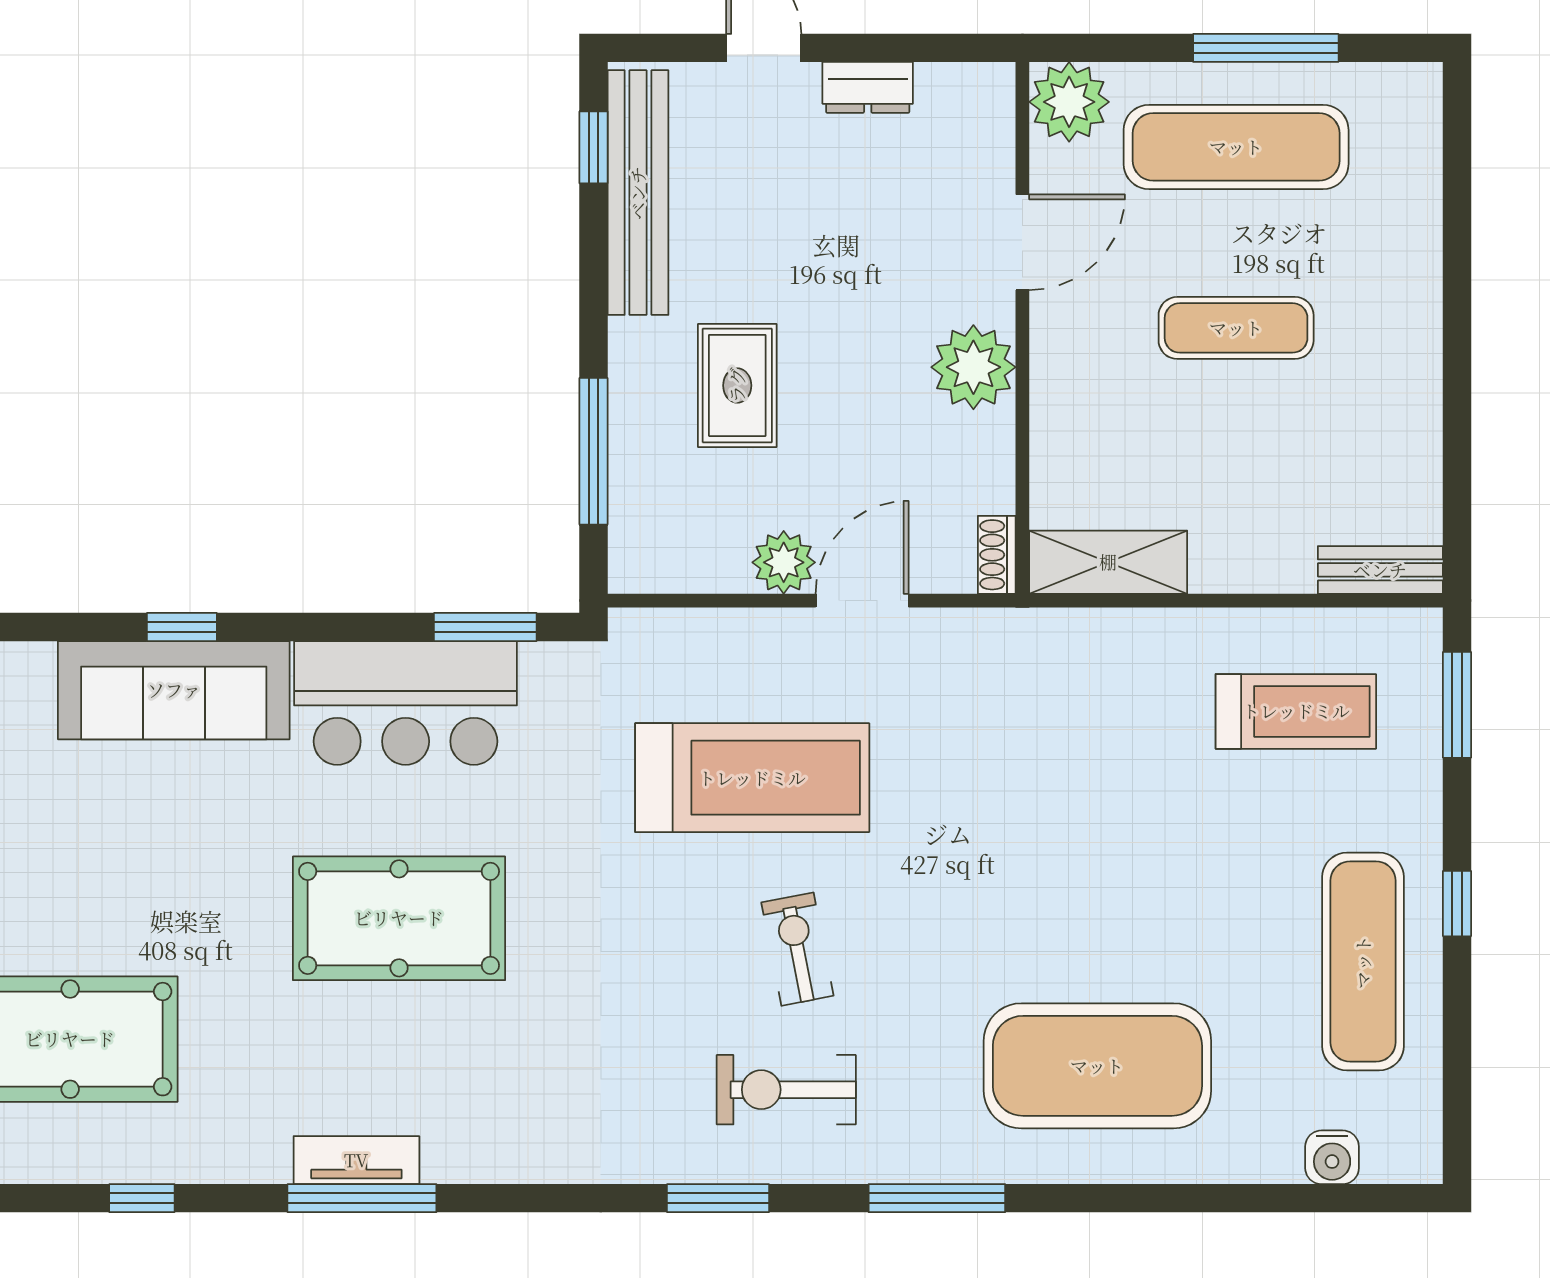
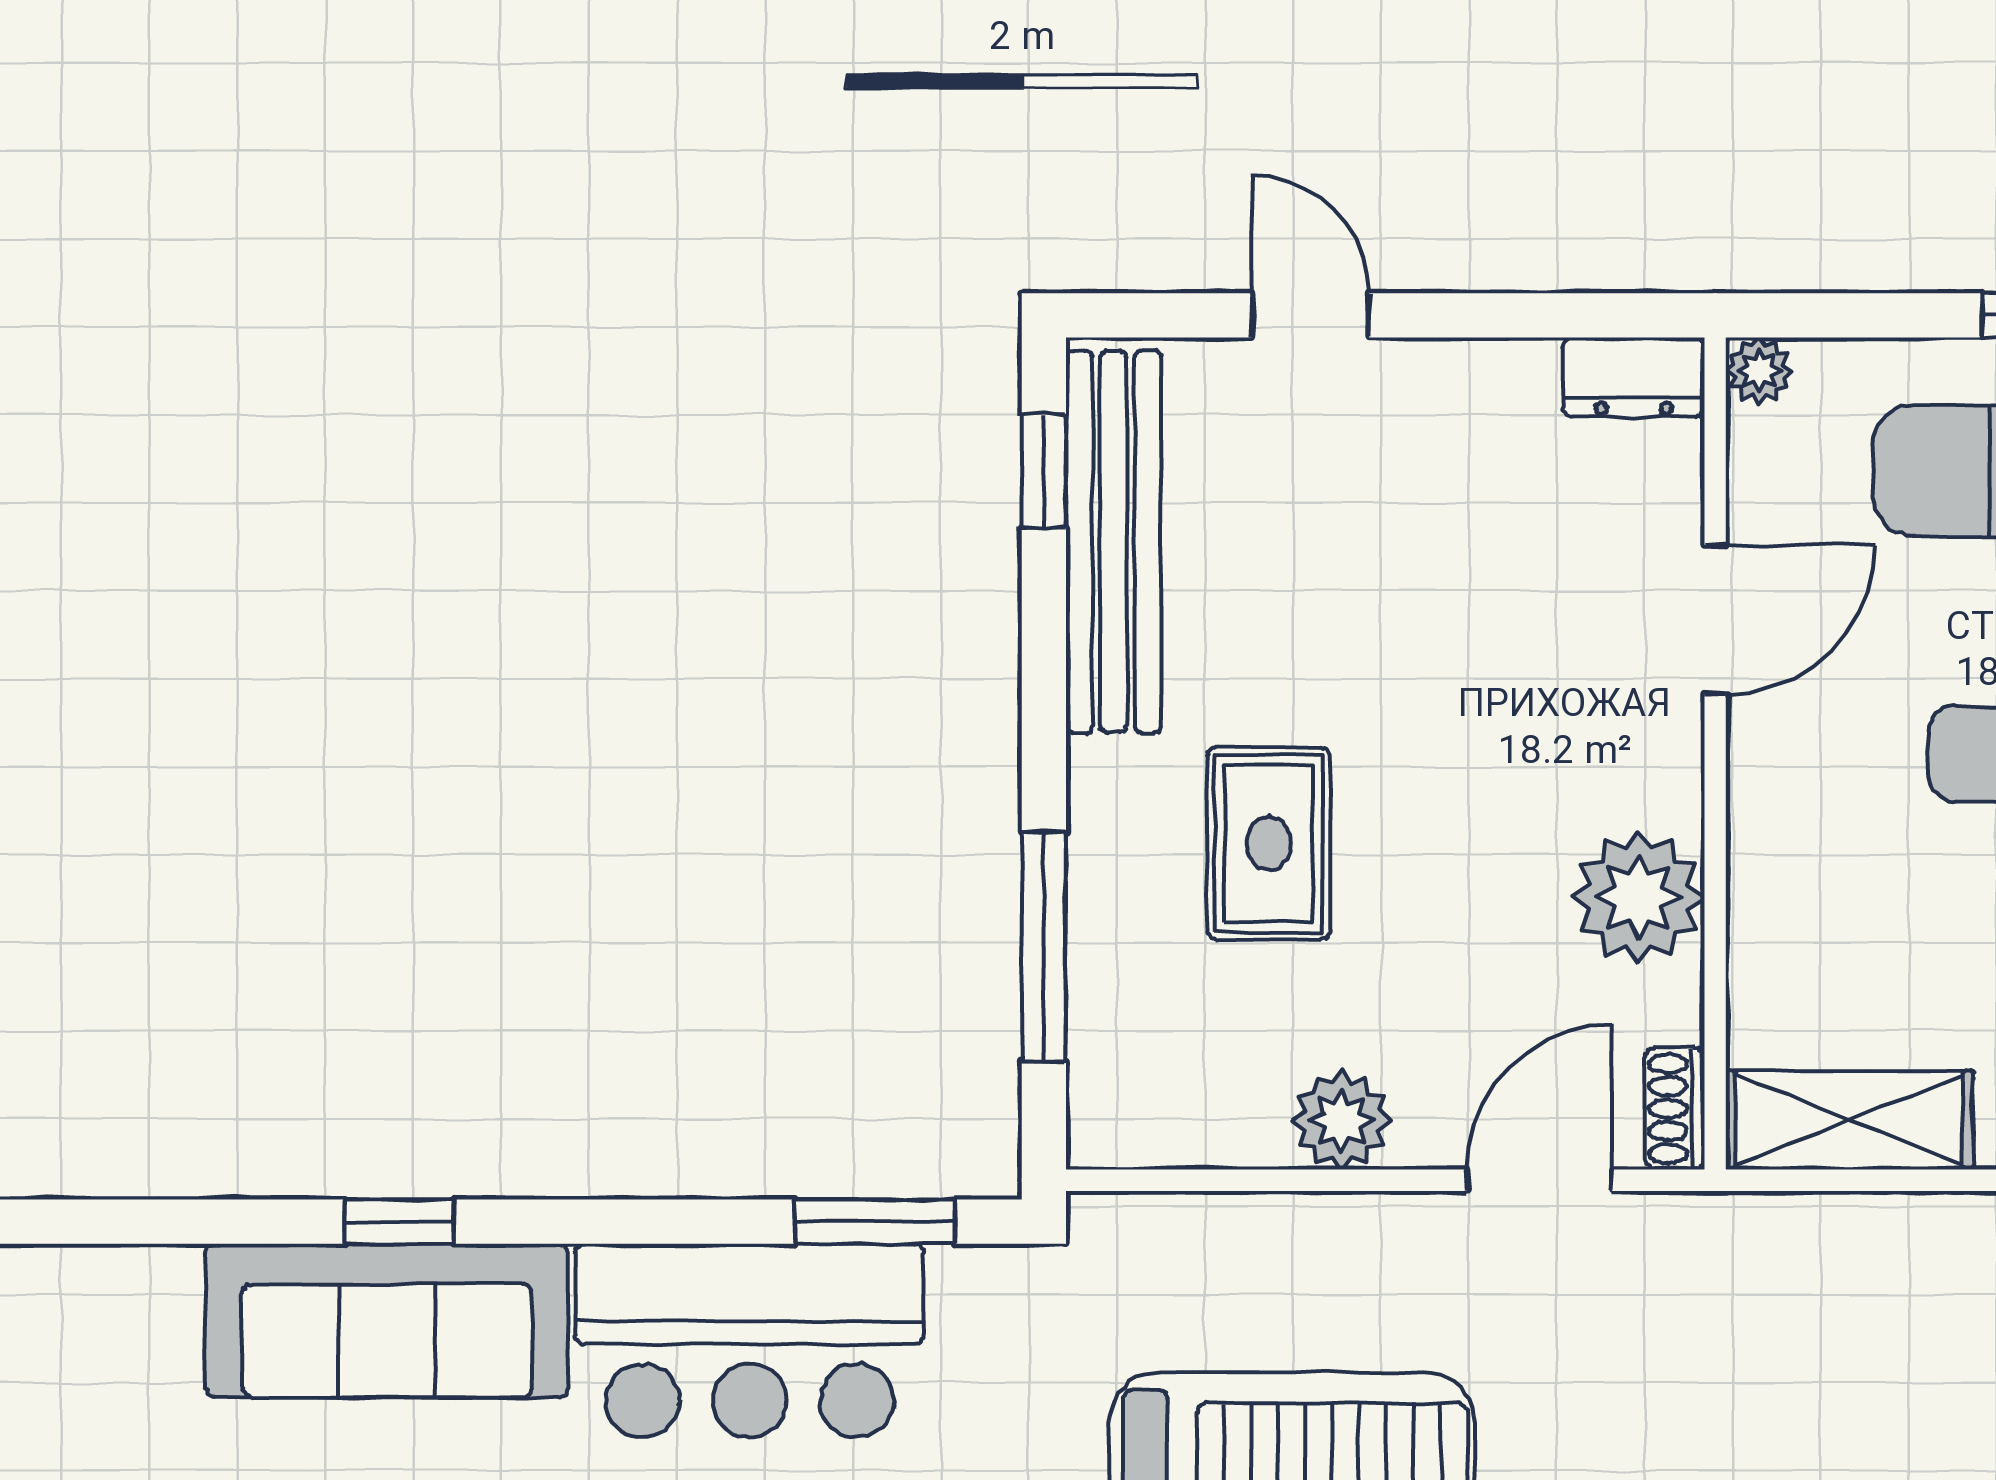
dresser: (868, 87) -> (1634, 377), moved
plant: (1069, 102) -> (1759, 371), width x0.53, depth x0.53
plant: (973, 367) -> (1638, 897), moved
door: (862, 601) -> (1539, 1180), moved

